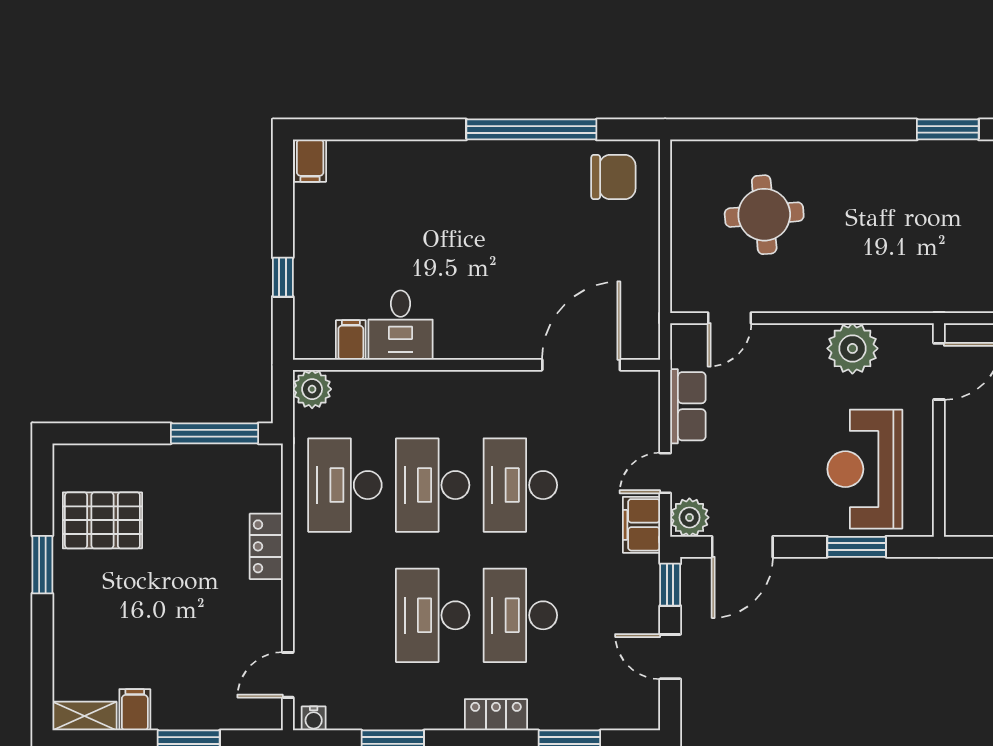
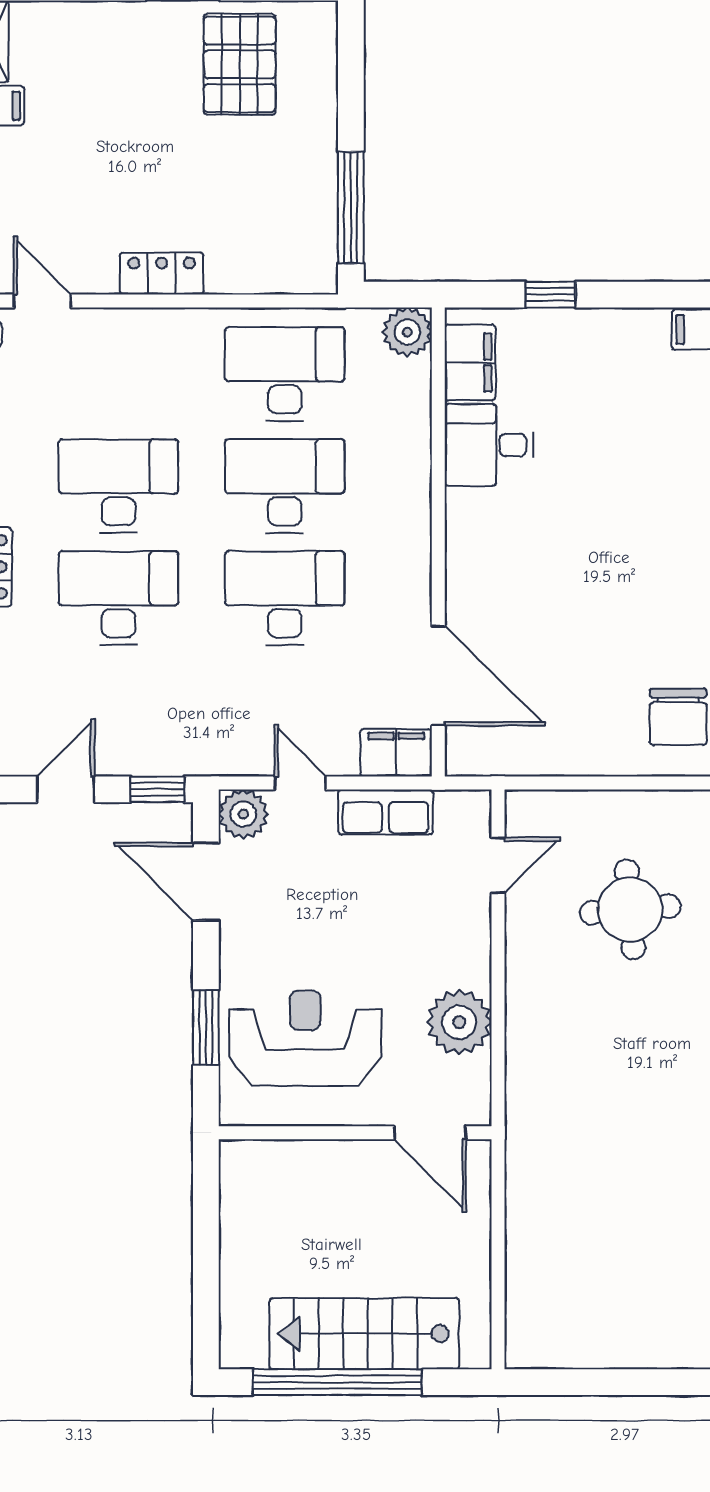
door: (730, 318) -> (498, 865), swing flipped
filing cabinet: (351, 340) -> (470, 362), width x2.00
filing cabinet: (641, 525) -> (396, 753), moved
locker: (266, 546) -> (162, 274), moved

